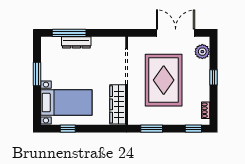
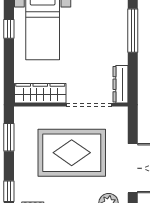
dresser: (76, 42) -> (121, 84), moved

